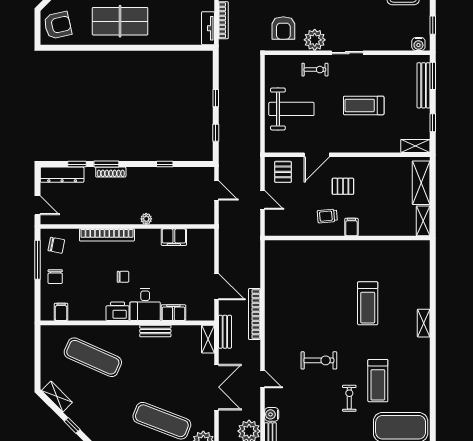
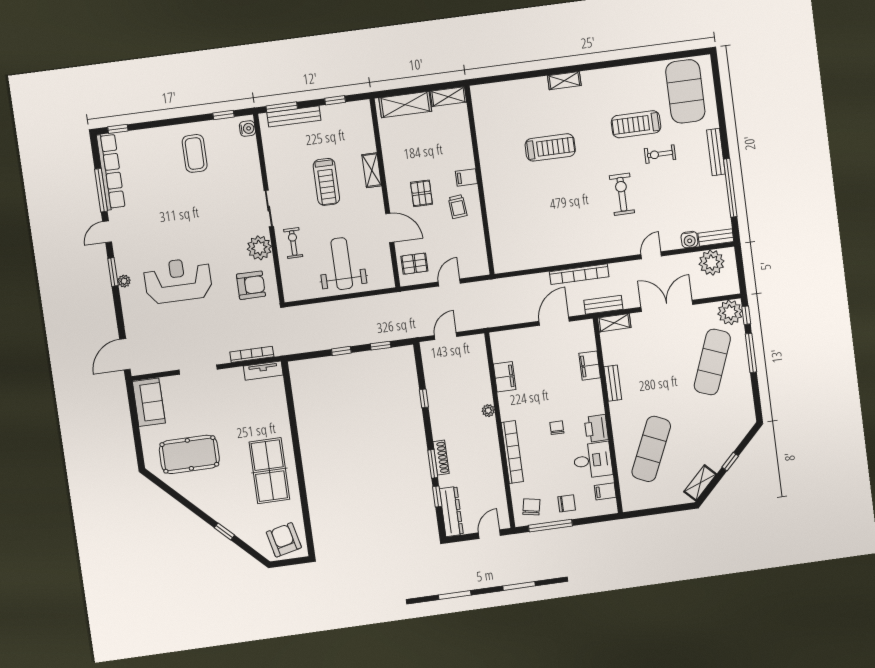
shelving: (415, 146) -> (372, 170), moved
desk: (145, 304) -> (593, 460), moved
treadmill: (378, 381) -> (636, 124), turned 180

